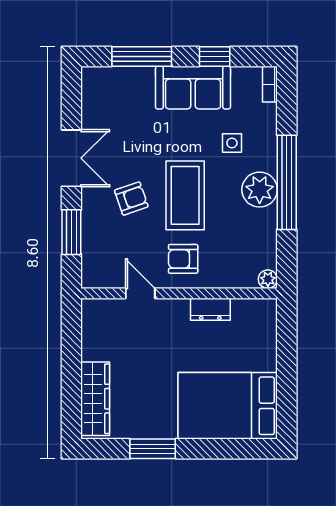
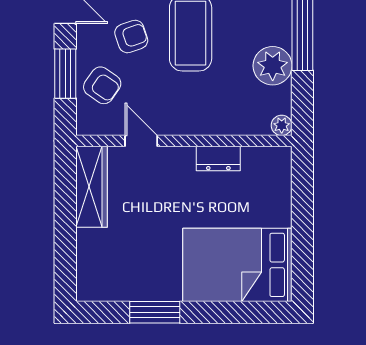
plant: (260, 190) -> (273, 66), moved
armchair: (183, 259) -> (102, 85), moved, turned -145
wardrobe: (95, 399) -> (91, 187), moved

